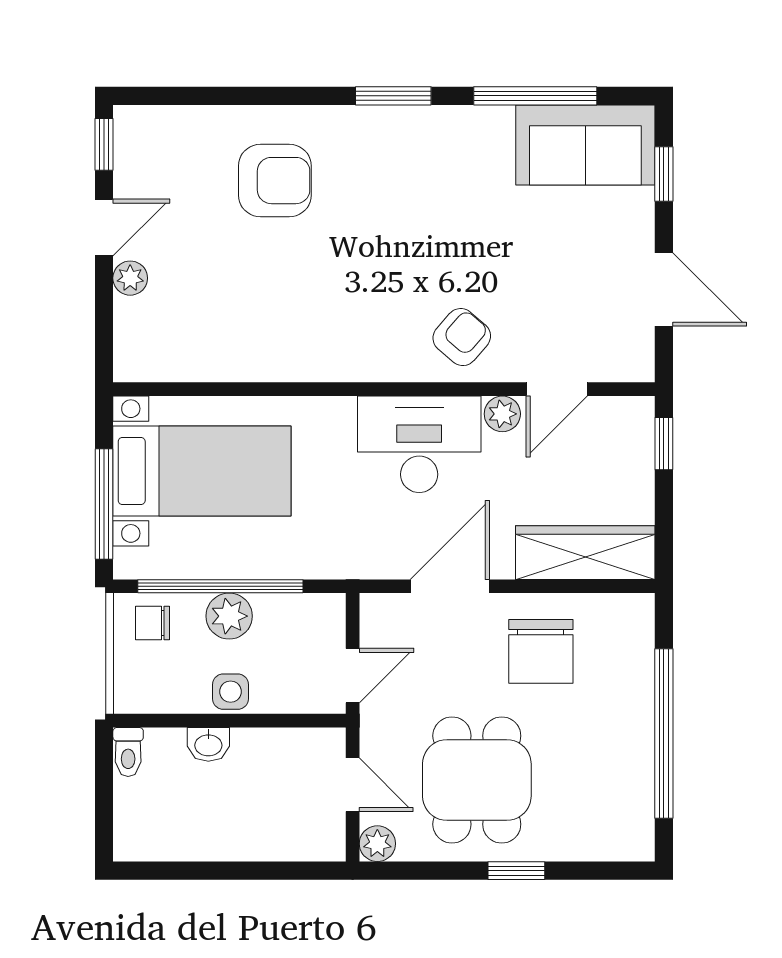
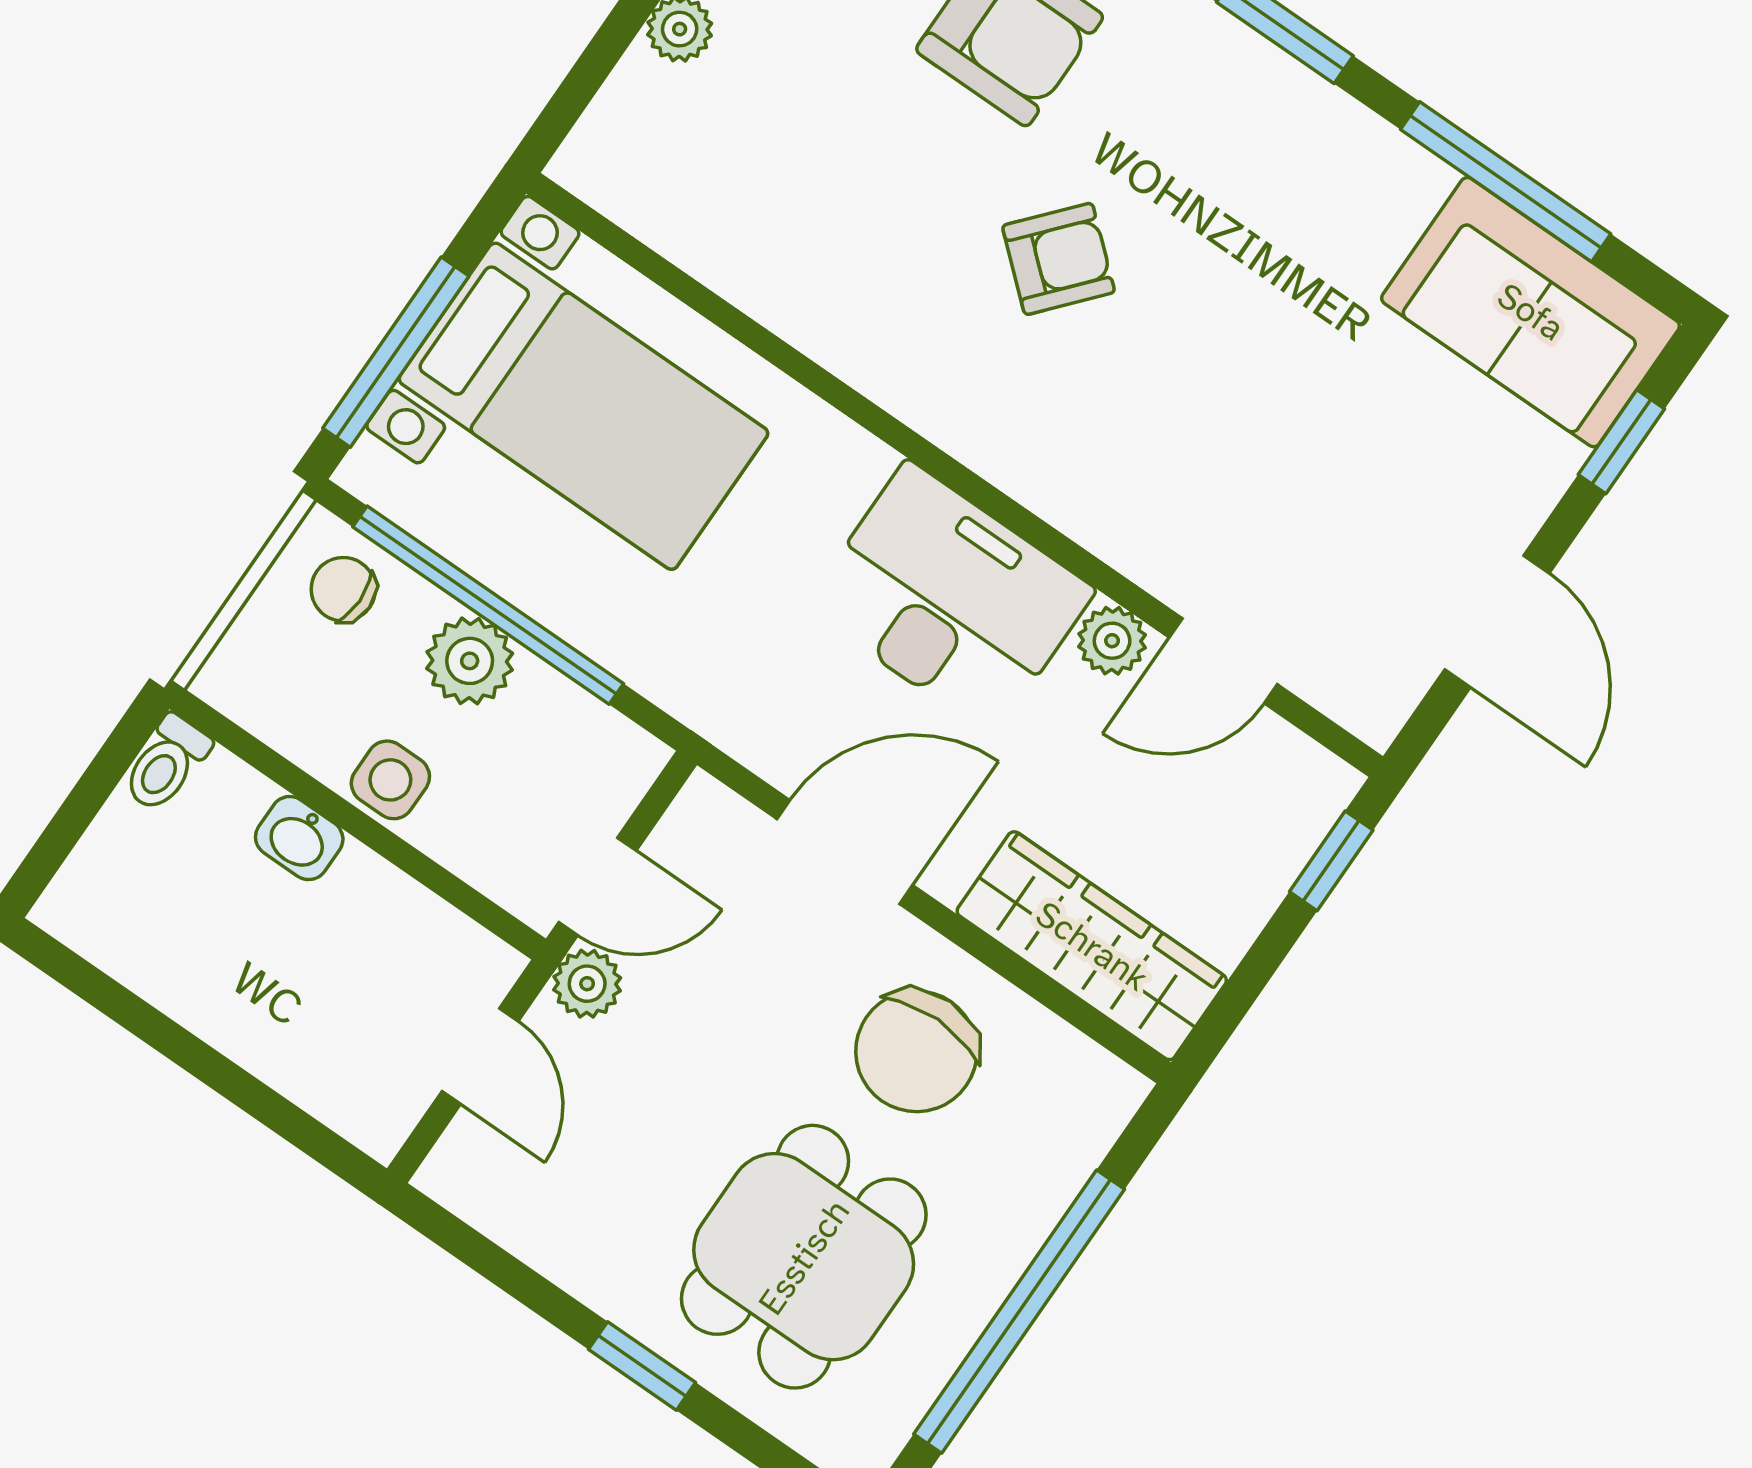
armchair: (462, 337) -> (1059, 259), moved
dining table: (477, 780) -> (804, 1257), moved
plant: (377, 844) -> (587, 984), moved

